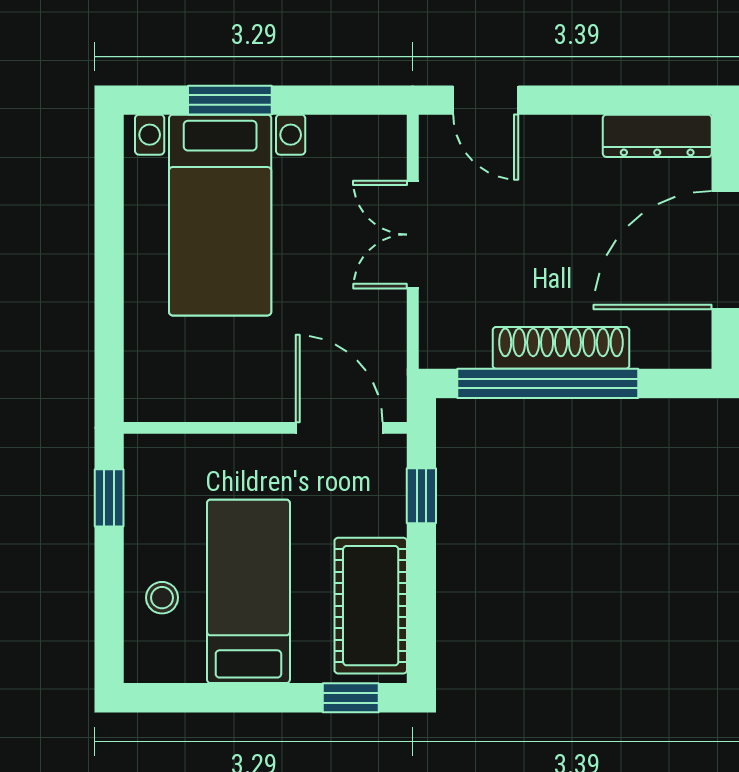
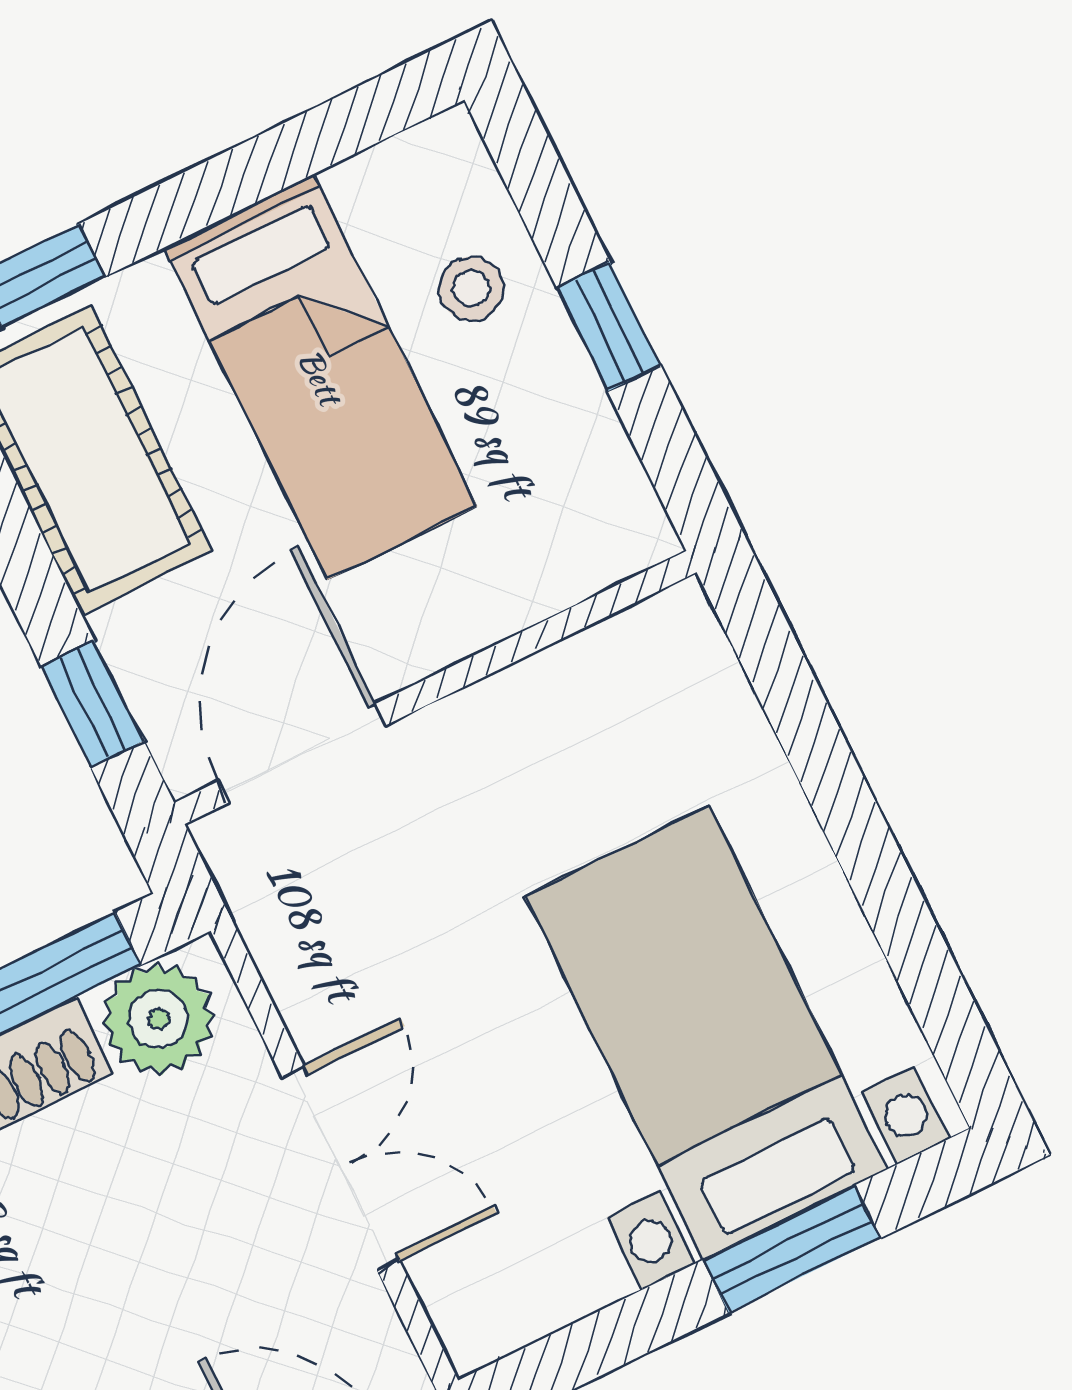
plant: (461, 341) -> (159, 1019), added
door: (339, 428) -> (302, 753), swing flipped
window: (109, 498) -> (609, 326), moved

